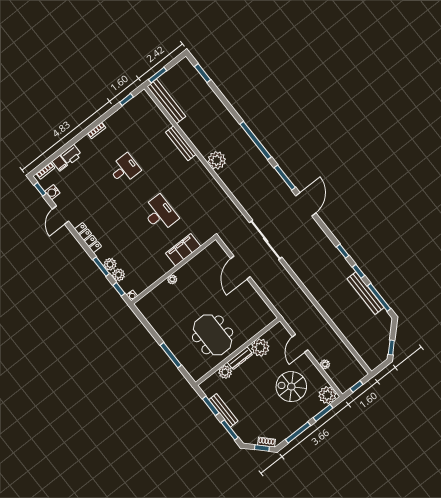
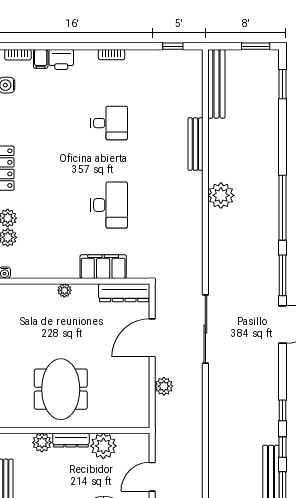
window: (158, 75) -> (256, 46), moved
dresser: (206, 255) -> (124, 293), added
plant: (268, 289) -> (164, 386), added

